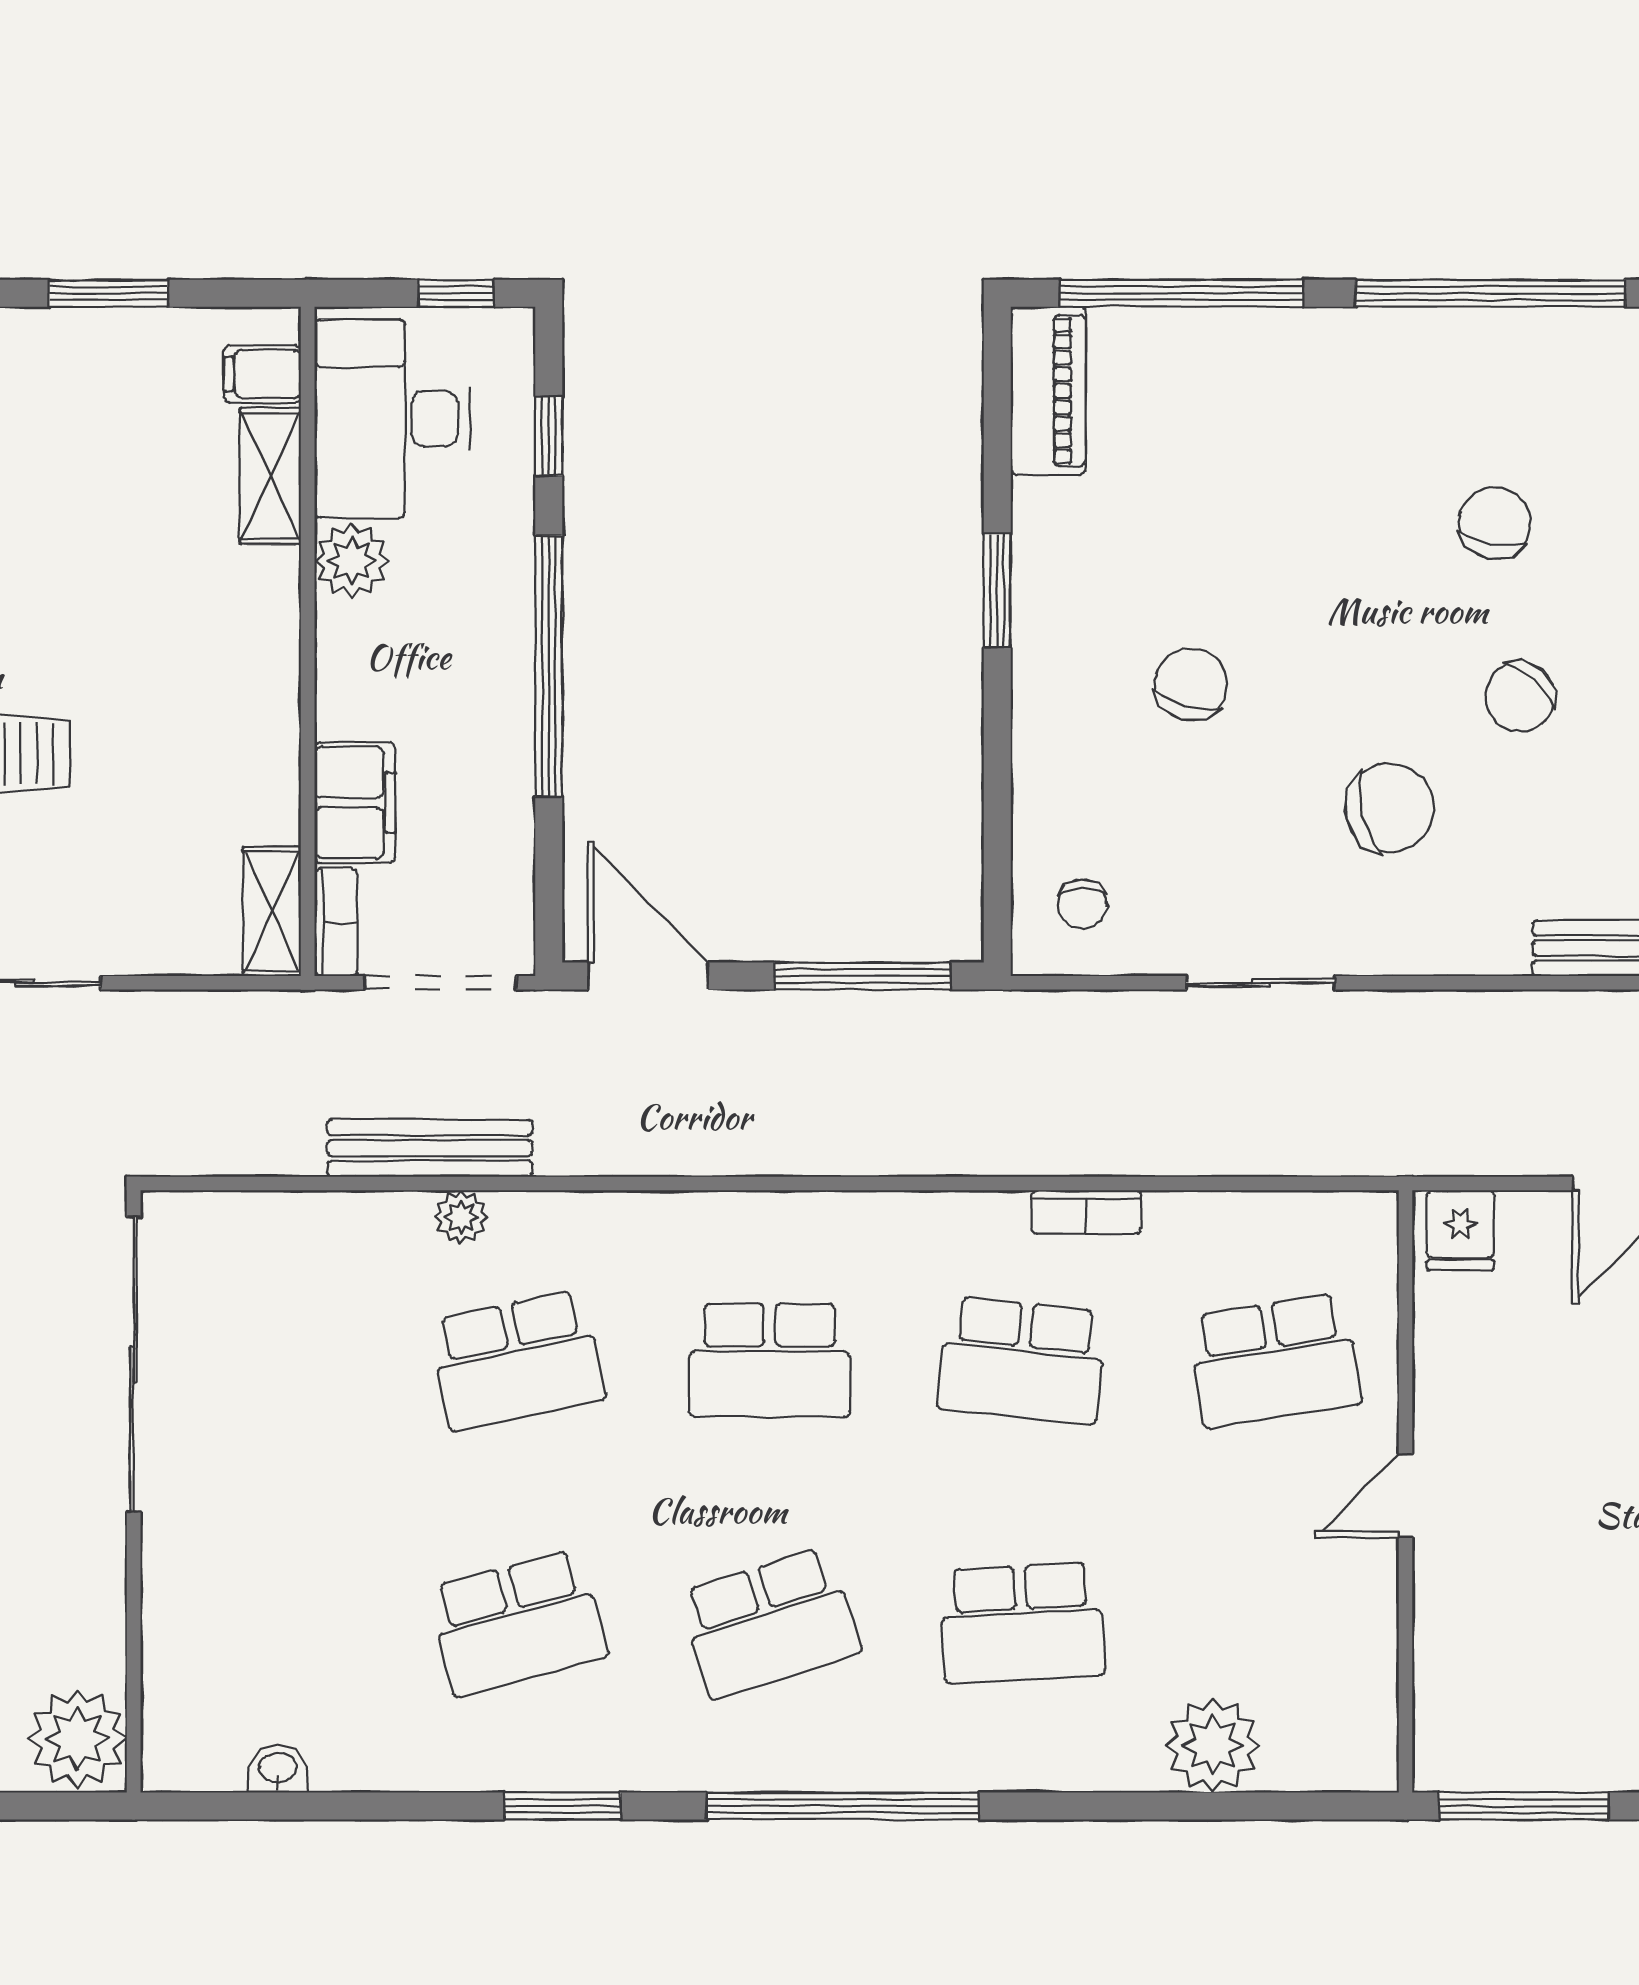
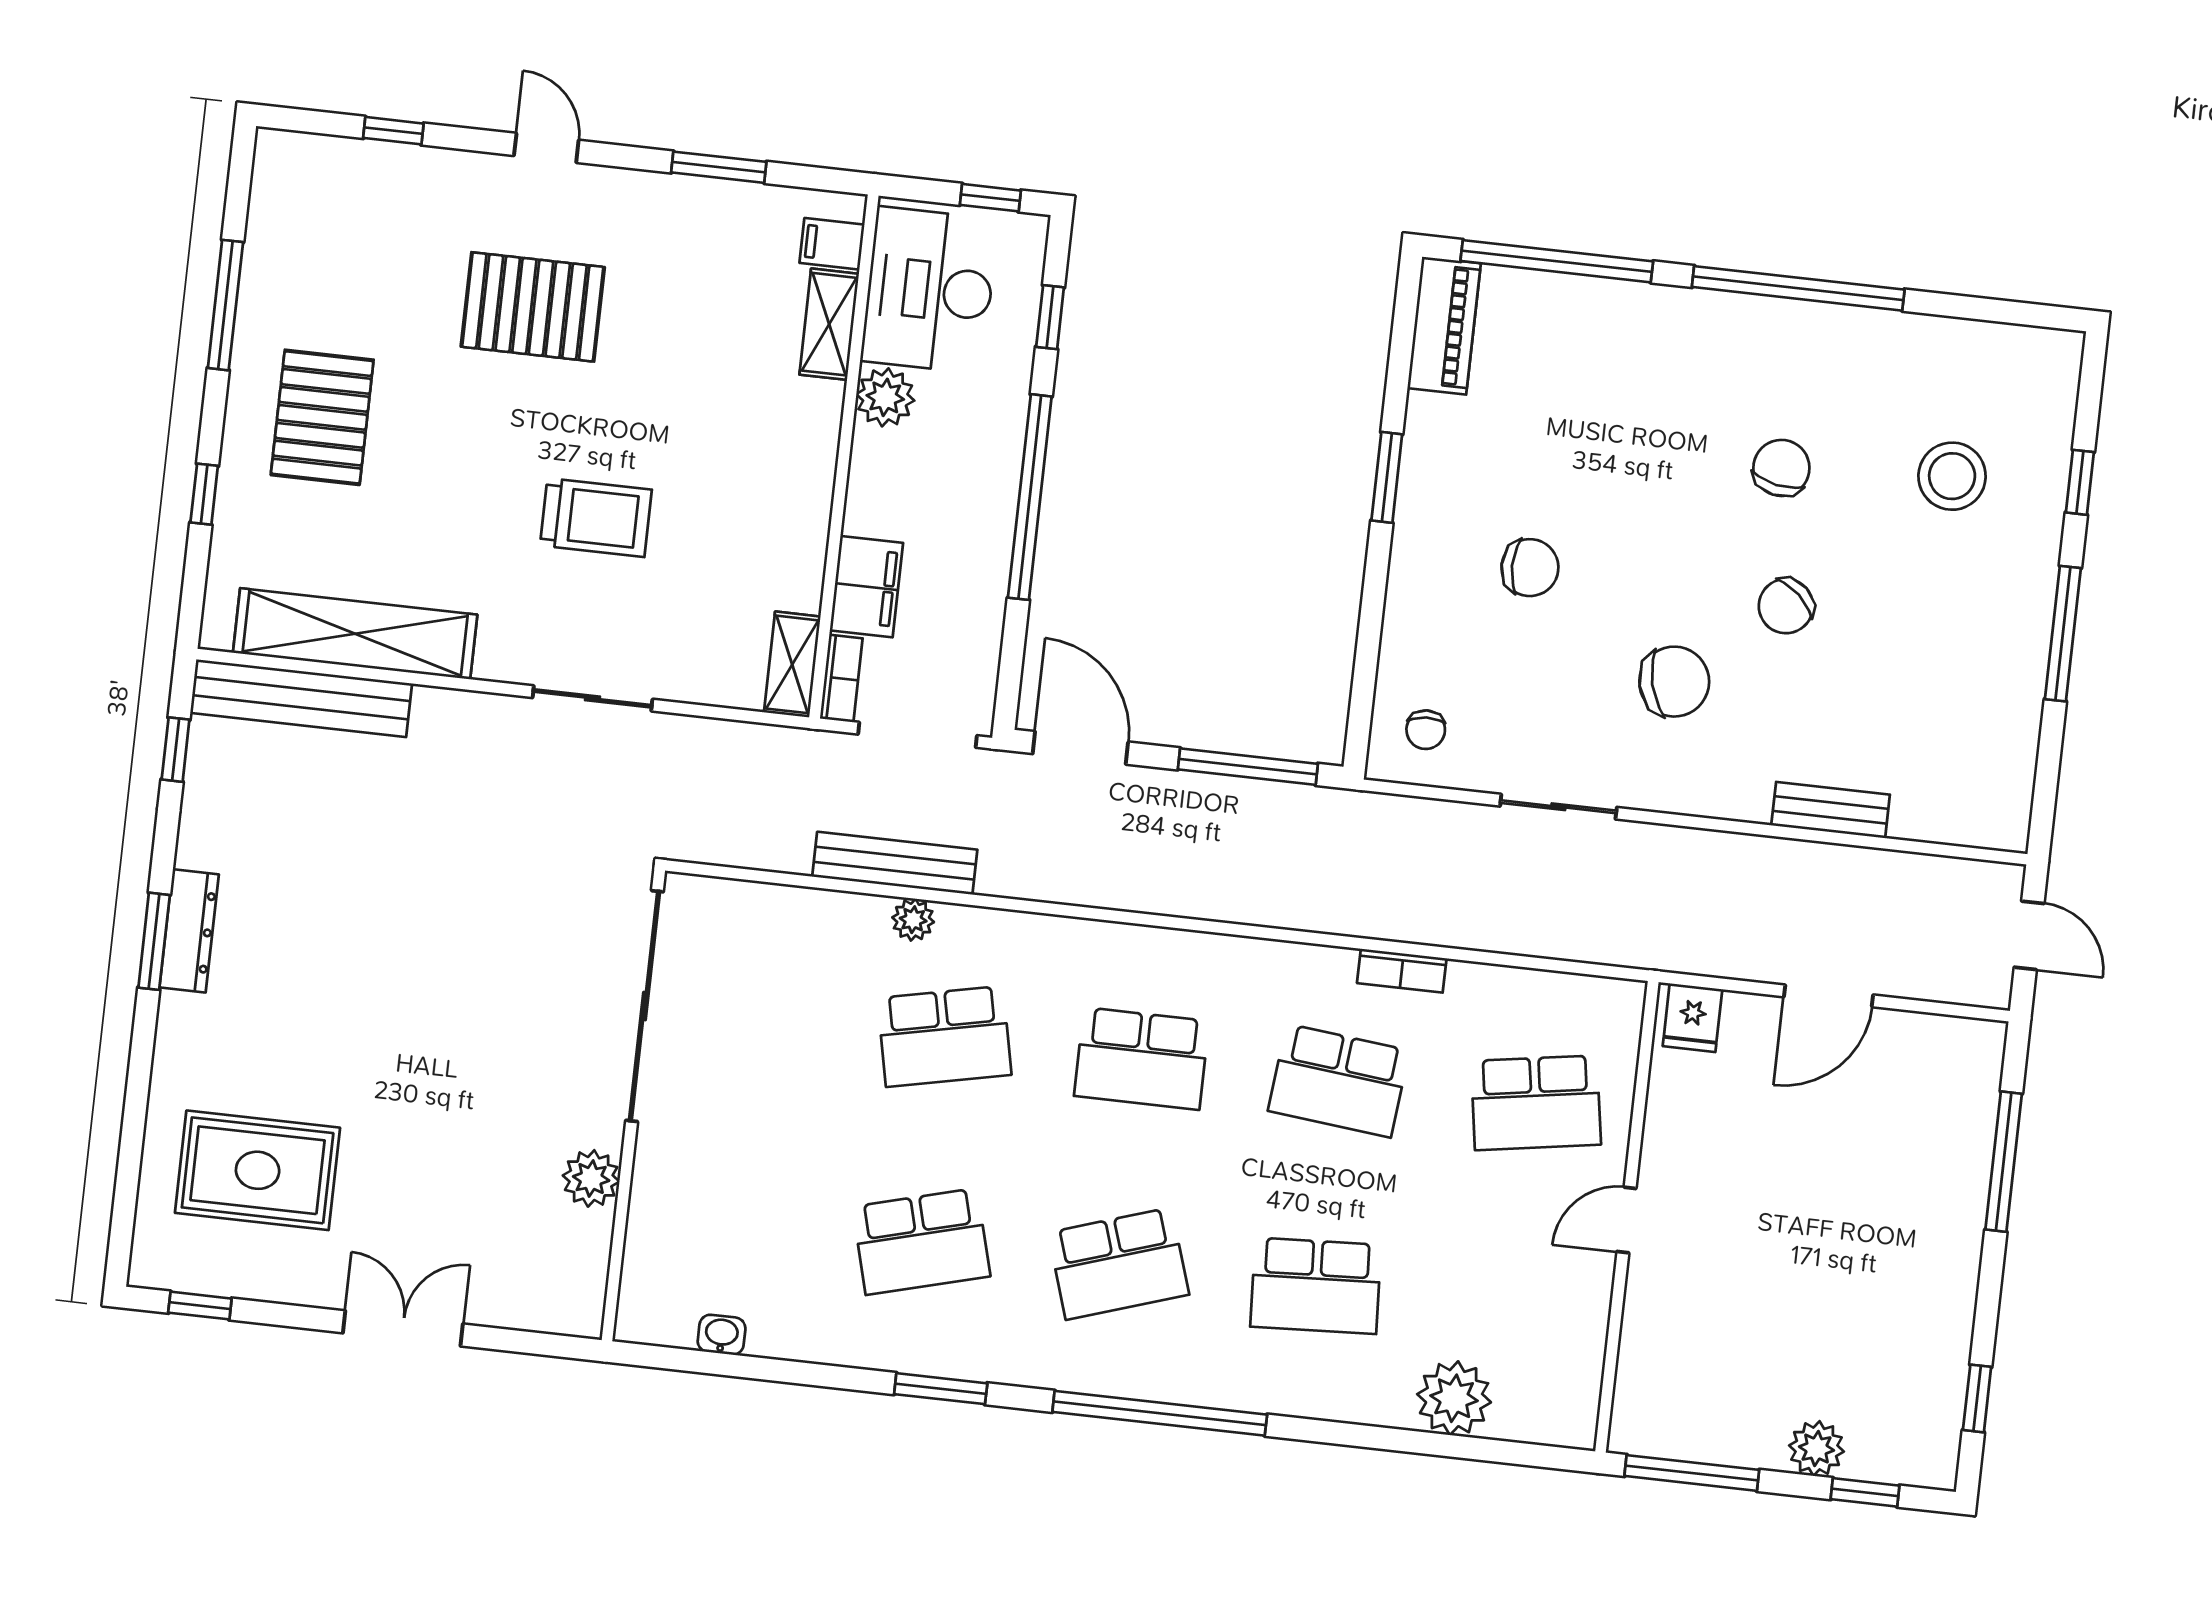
chair: (1191, 684) -> (1530, 568), turned 75
plant: (77, 1739) -> (591, 1178), moved, width x0.73, depth x0.73

